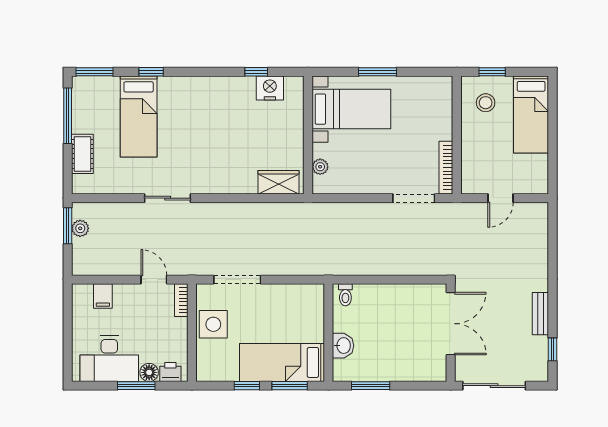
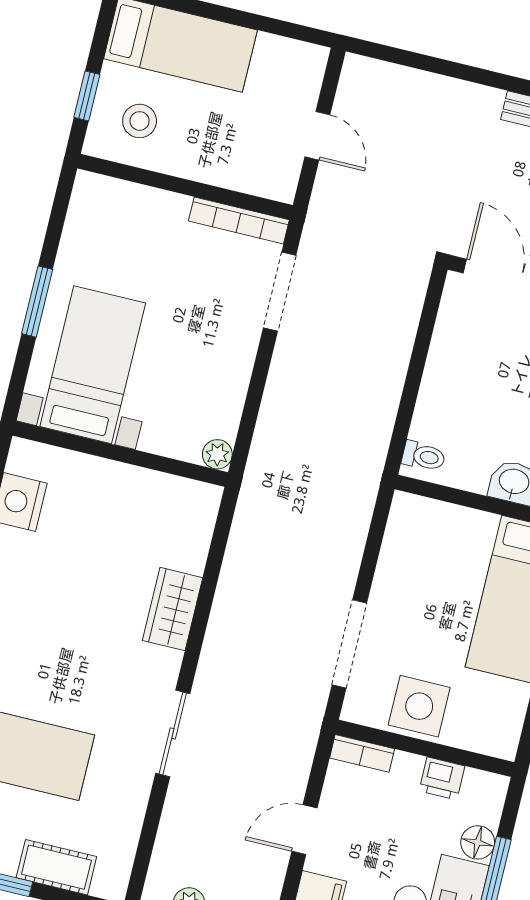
plant: (320, 167) -> (217, 454), moved
wardrobe: (278, 182) -> (173, 609), moved
door: (154, 280) -> (304, 830), moved
printer: (170, 372) -> (442, 778), moved, turned -90

